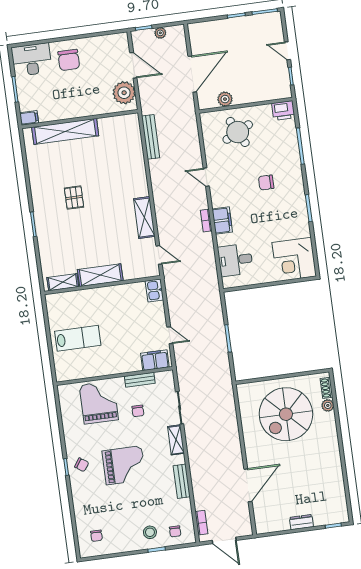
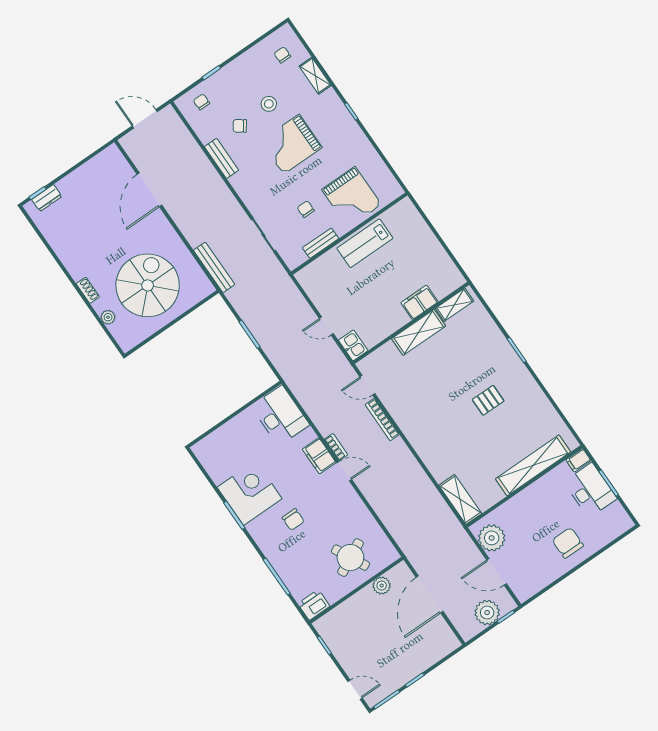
plant: (160, 33) -> (487, 613), width x1.87, depth x1.87
door: (287, 51) -> (355, 690), moved
desk: (32, 60) -> (590, 490), moved, turned -90
bench: (151, 137) -> (214, 267), moved
door: (206, 177) -> (344, 471), moved
chair: (266, 183) -> (293, 520), turned 90
pallet: (74, 198) -> (488, 400), turned 90
shelving: (144, 218) -> (460, 499), moved
corner desk: (294, 259) -> (250, 493), moved
desk: (235, 260) -> (280, 416), width x1.37
door: (170, 335) -> (326, 326), moved
lab bench: (78, 338) -> (365, 243), moved
filing cabinet: (155, 360) -> (419, 302), moved, turned 180
shoe rack: (327, 388) -> (88, 290), moved
shelving: (176, 440) -> (315, 76), moved
chair: (82, 465) -> (240, 126), moved
dresser: (301, 522) -> (47, 198), moved
bookcase: (201, 523) -> (382, 420), moved, width x1.56
stool: (150, 532) -> (269, 104), moved

